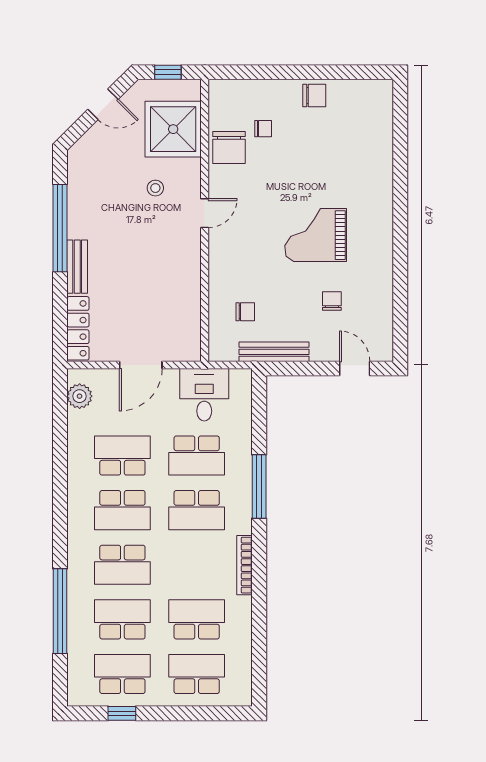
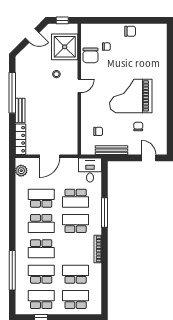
grand piano: (316, 235) -> (131, 96), width x1.37, depth x1.48
desk: (204, 395) -> (90, 170), moved
school desk: (197, 510) -> (76, 223), turned 180

